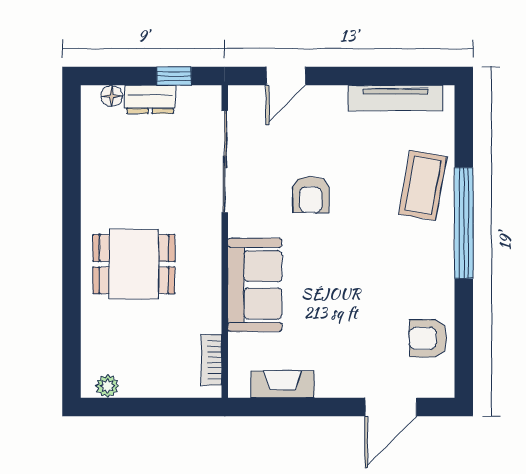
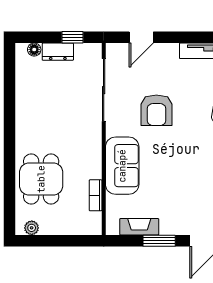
armchair: (311, 195) -> (156, 110), width x1.38, depth x1.38
dining table: (134, 264) -> (41, 179), moved, turned 90
bookcase: (212, 360) -> (96, 195), moved
window: (315, 407) -> (159, 241), added

